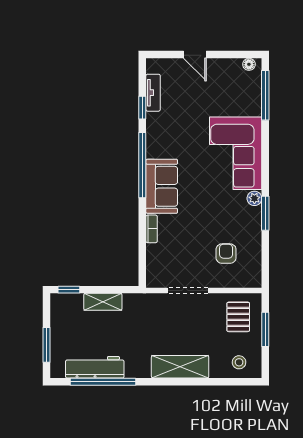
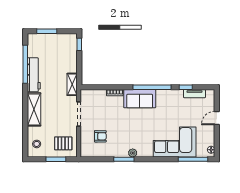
corner sofa: (236, 153) -> (175, 142), moved
shelving: (103, 302) -> (72, 84), moved
workbench: (95, 367) -> (34, 75), moved

